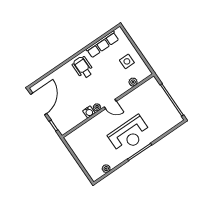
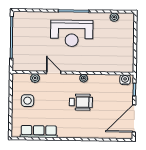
wheelchair: (83, 67) -> (81, 102), moved, turned -90
door: (110, 104) -> (54, 73), moved
water cooler: (89, 112) -> (125, 80), moved
reception desk: (129, 134) -> (72, 33), turned 180

